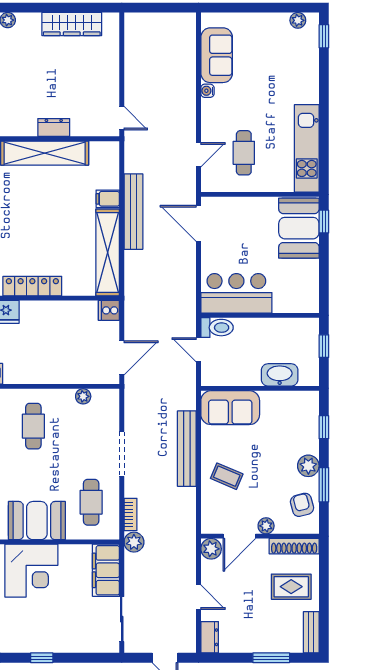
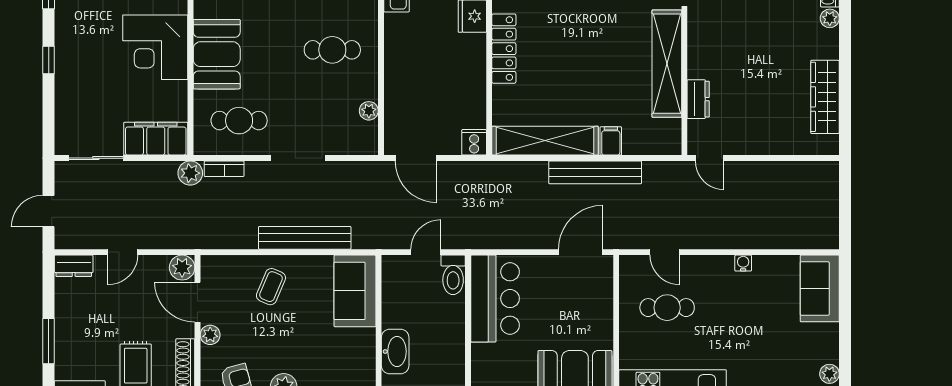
sofa: (217, 55) -> (820, 288), moved, turned 90
door: (122, 118) -> (710, 158), hinge flipped
dresser: (54, 127) -> (698, 99), moved

